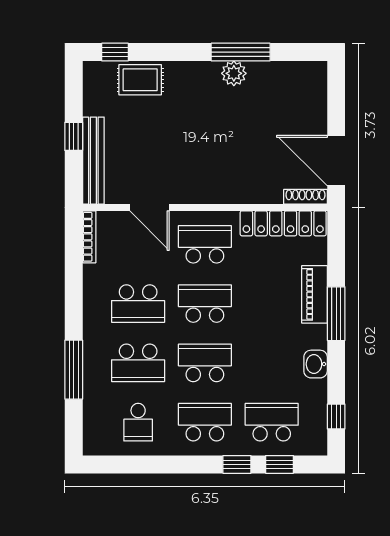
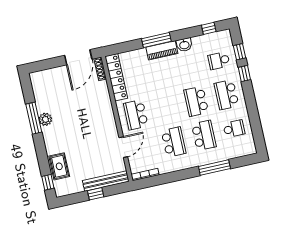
piano: (314, 294) -> (162, 50), moved
school desk: (205, 304) -> (166, 108), removed
school desk: (272, 422) -> (219, 61), width x0.54

